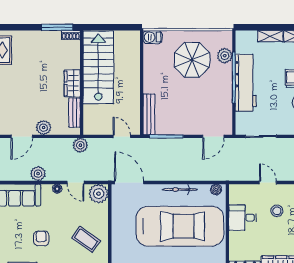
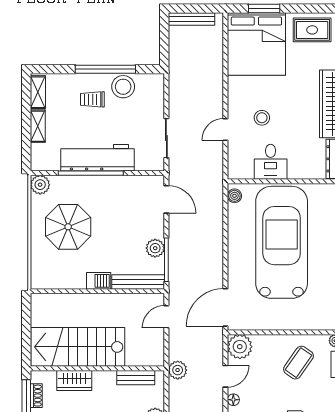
shoe rack: (71, 35) -> (36, 396), moved
barbecue: (153, 37) -> (99, 281), moved, turned -90
plant: (225, 56) -> (40, 185), moved
wardrobe: (72, 83) -> (74, 380), moved
plant: (175, 128) -> (155, 248), added
bicycle: (180, 190) -> (235, 242), removed

